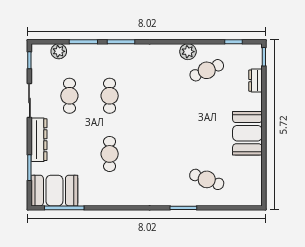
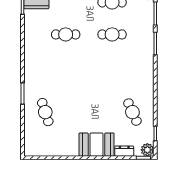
plant: (188, 52) -> (147, 150), moved
booth: (247, 133) -> (97, 145), moved
cafe table: (207, 179) -> (45, 112), turned -39

